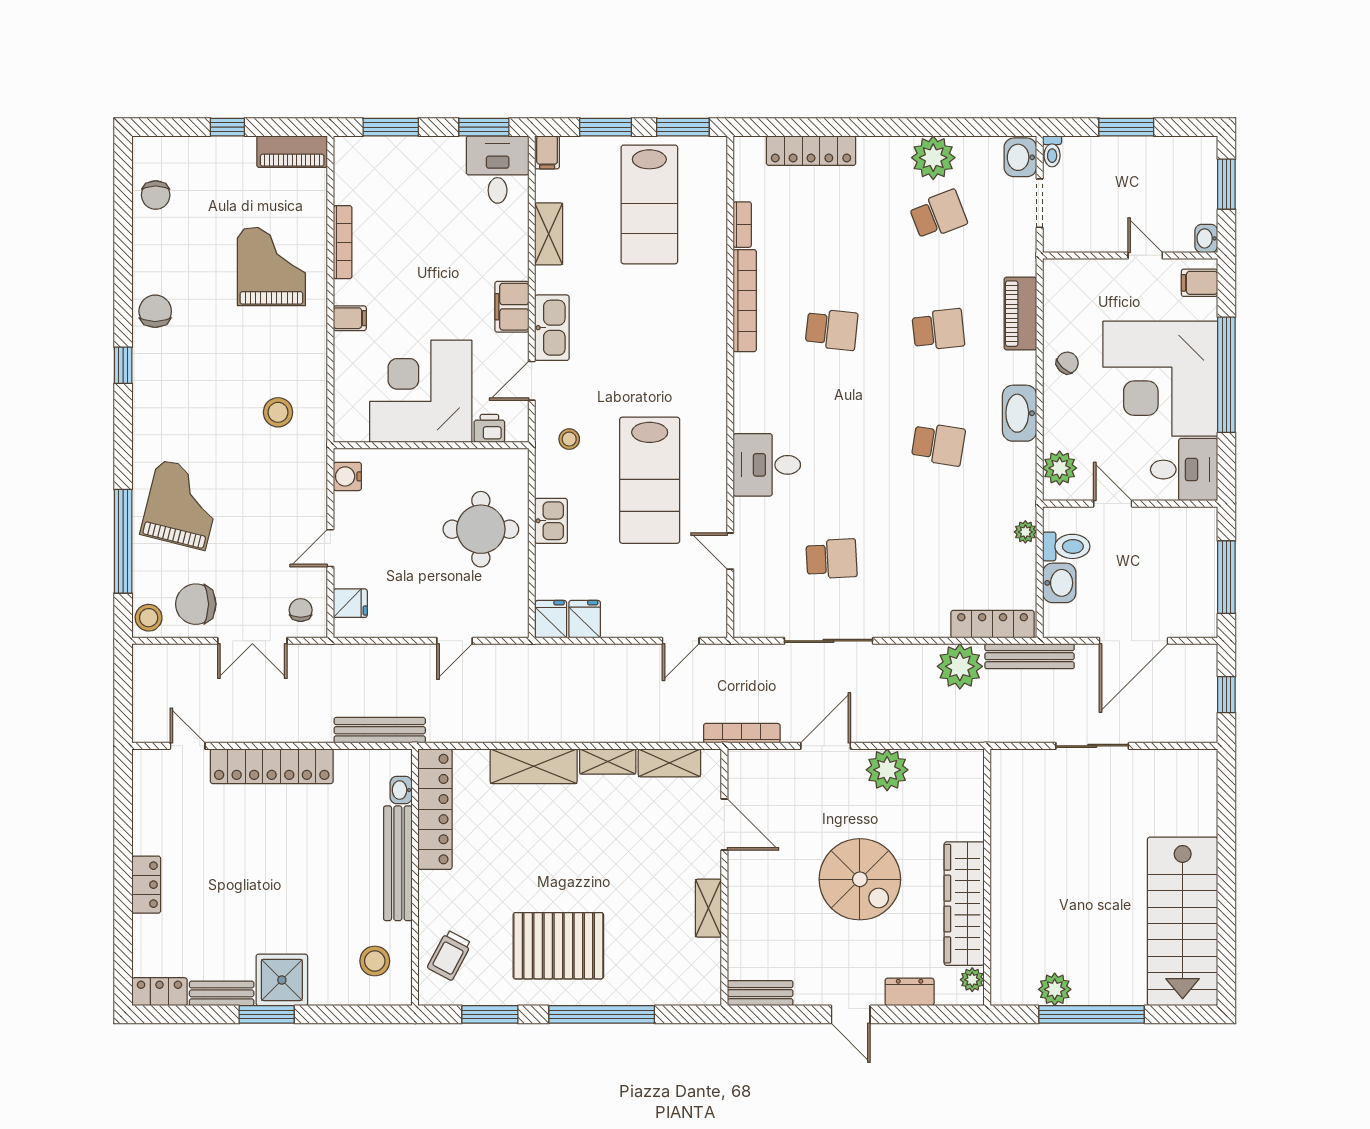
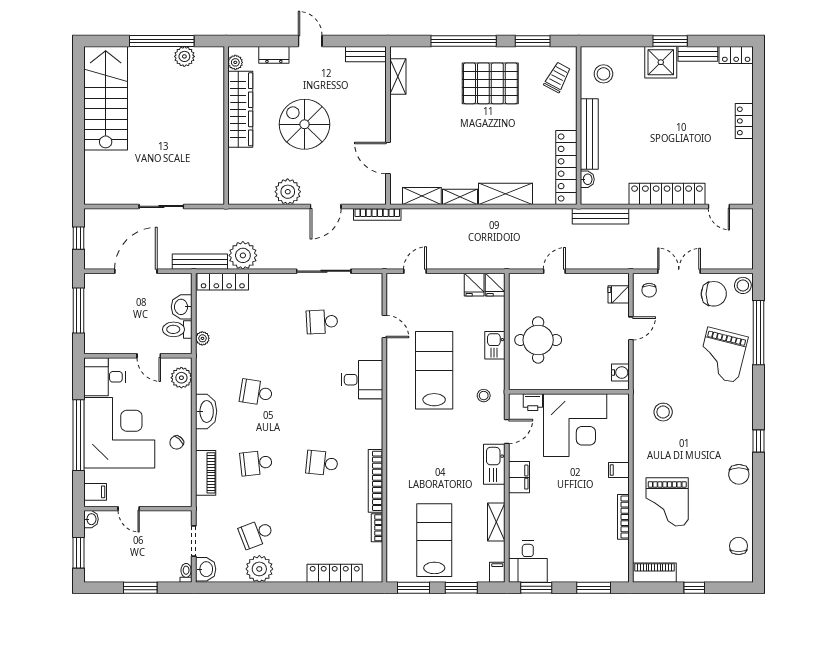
shelving: (708, 908) -> (398, 76), moved

